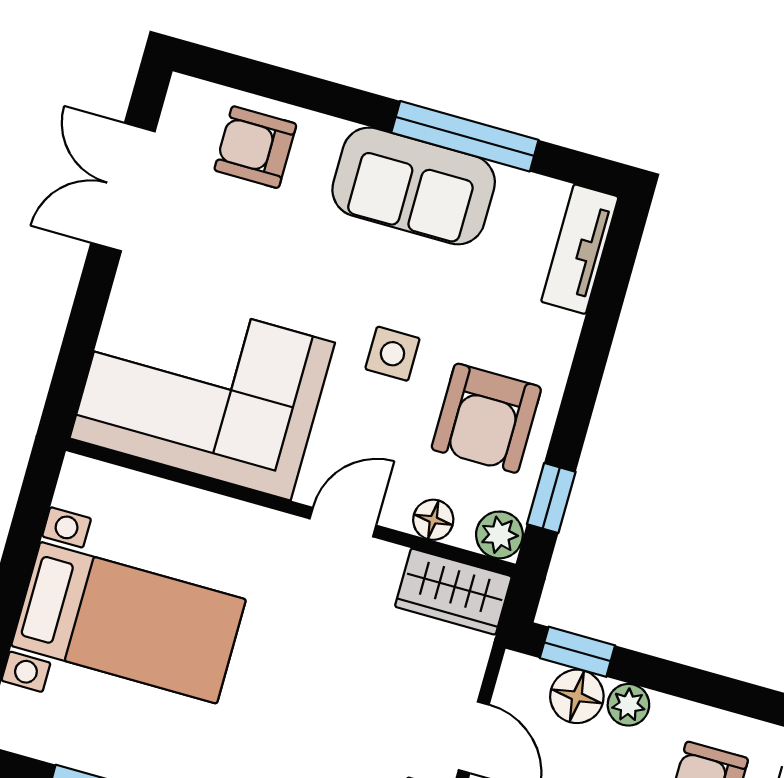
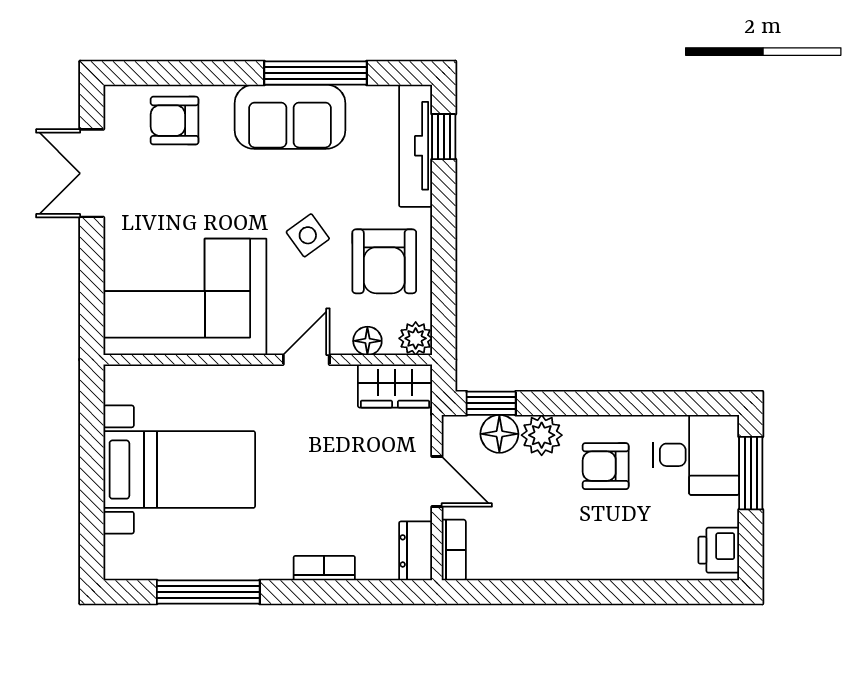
tv unit: (580, 249) -> (416, 146), width x1.41
side table: (392, 354) -> (308, 235), turned -36
window: (551, 498) -> (444, 137), moved
plant: (628, 705) -> (542, 435), width x1.38, depth x1.38

